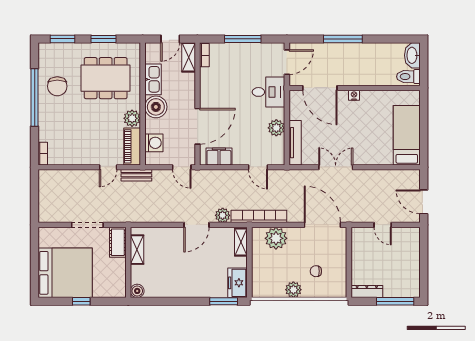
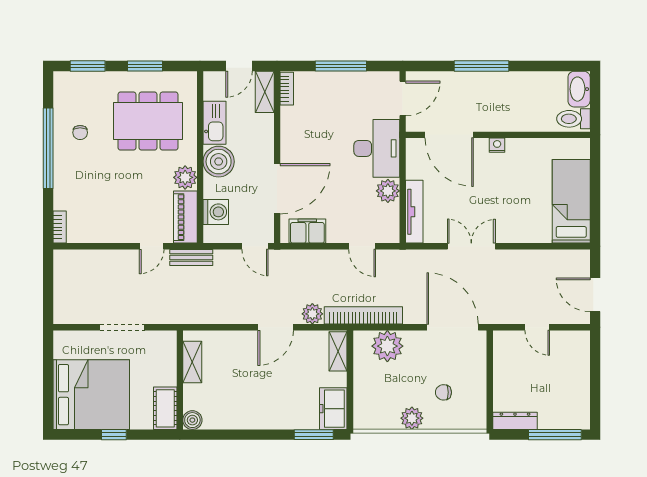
chair: (57, 86) -> (80, 133), width x0.54, depth x0.54
desk: (268, 92) -> (377, 148), width x1.37
cot: (118, 242) -> (165, 408), moved

